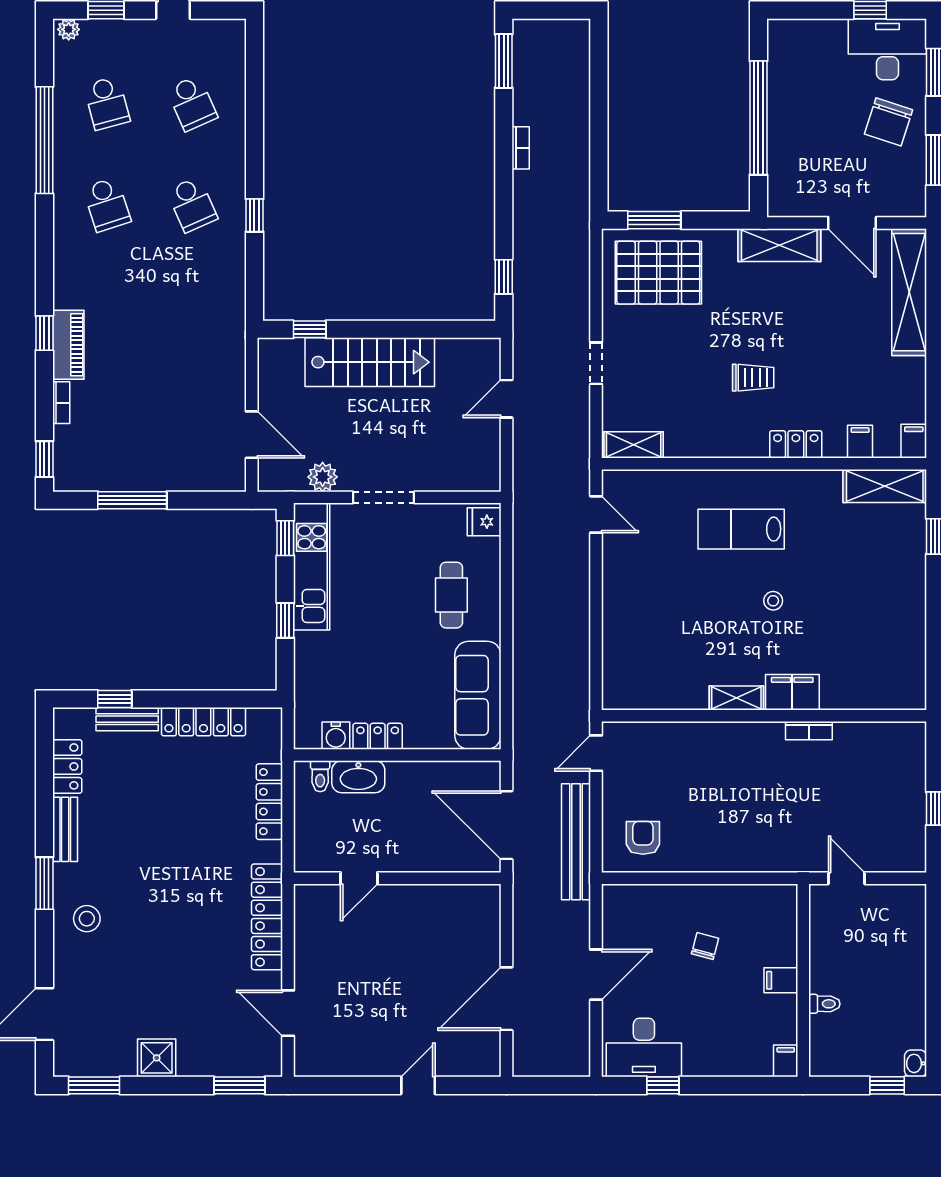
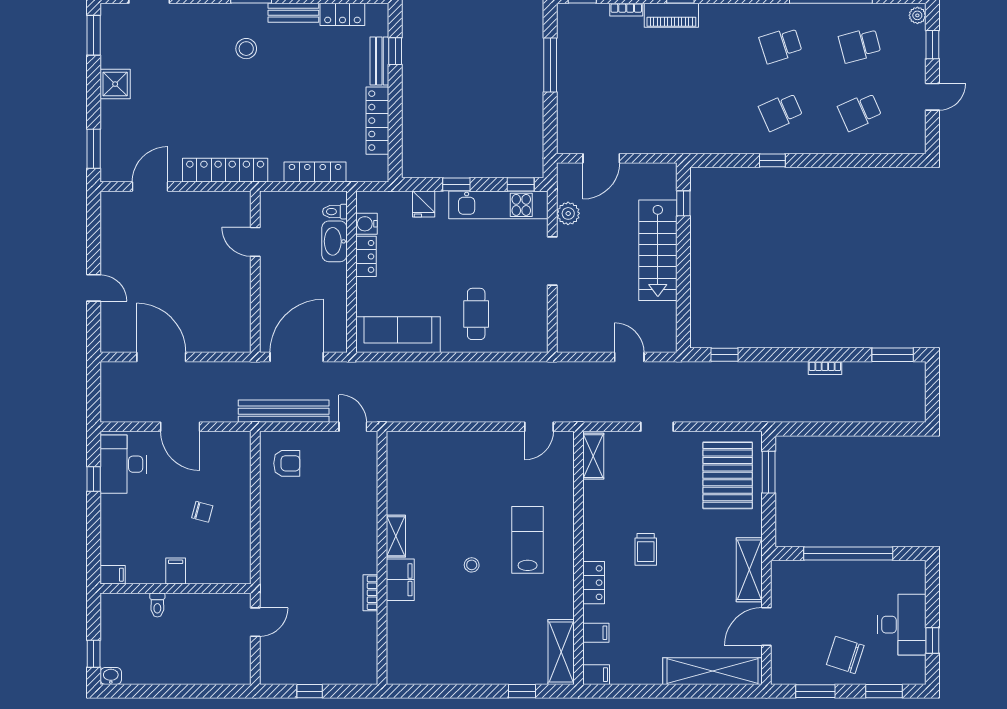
desk: (887, 49) -> (902, 625), moved
fridge: (484, 522) -> (424, 204), moved, turned 180
cafe table: (451, 595) -> (476, 314), turned 90
stool: (87, 919) -> (246, 49), moved

